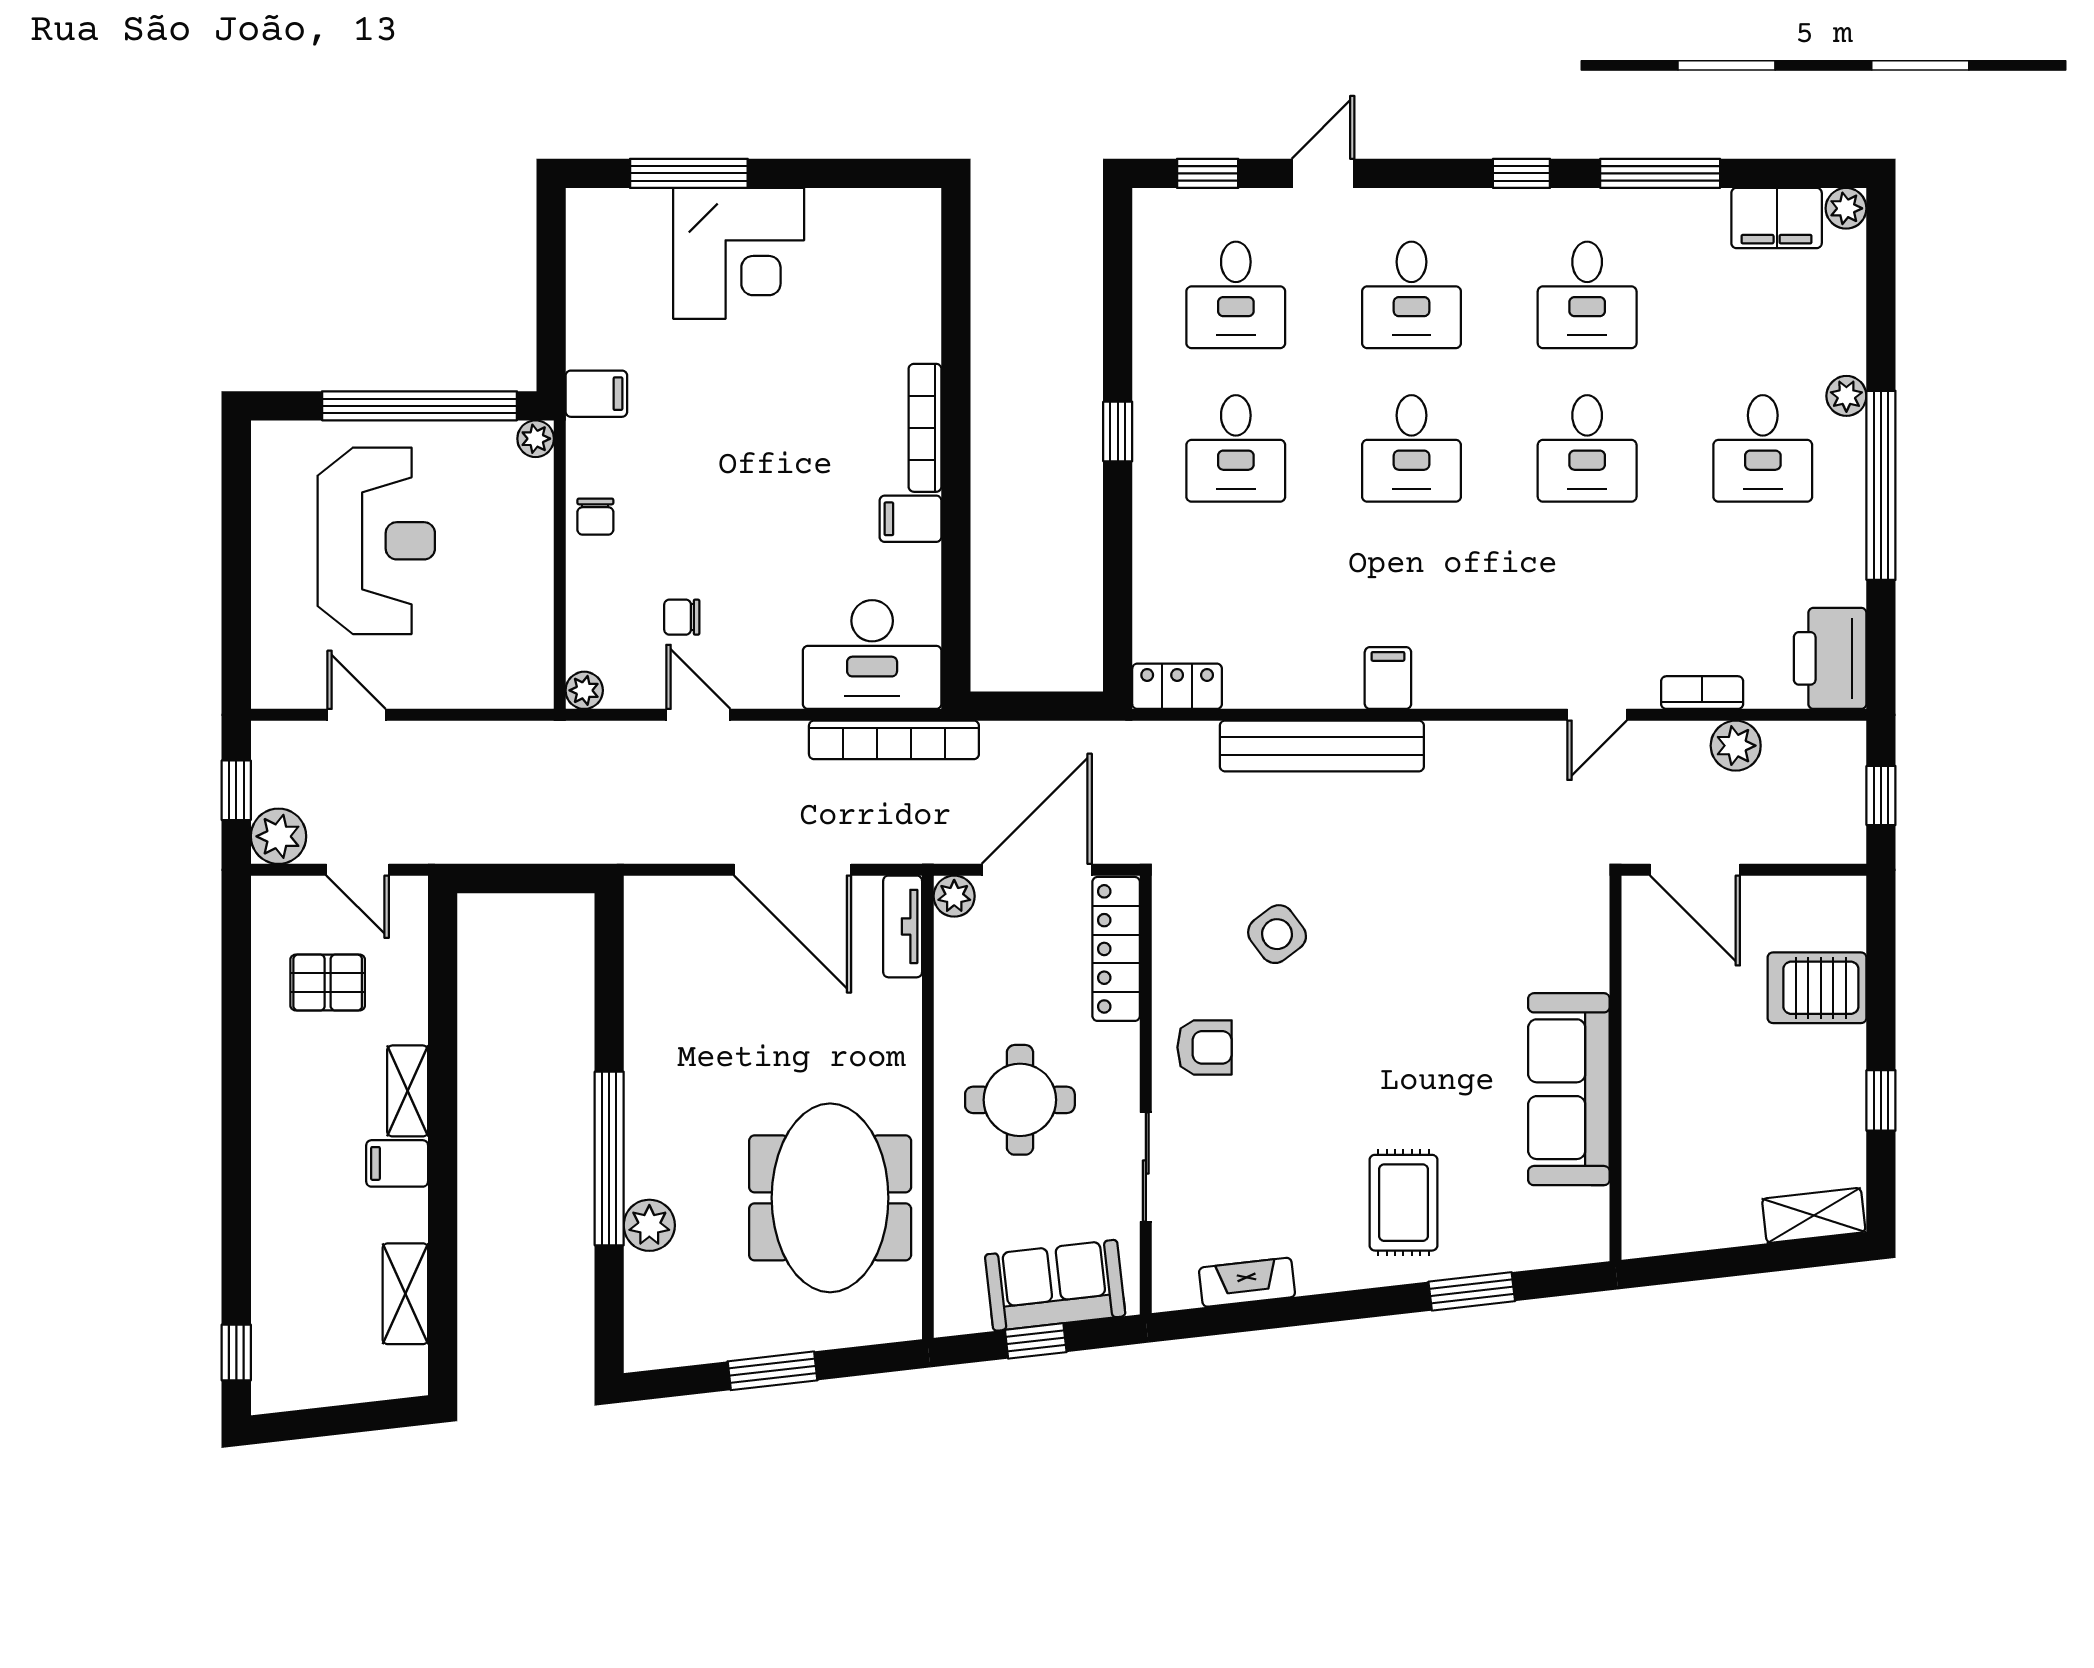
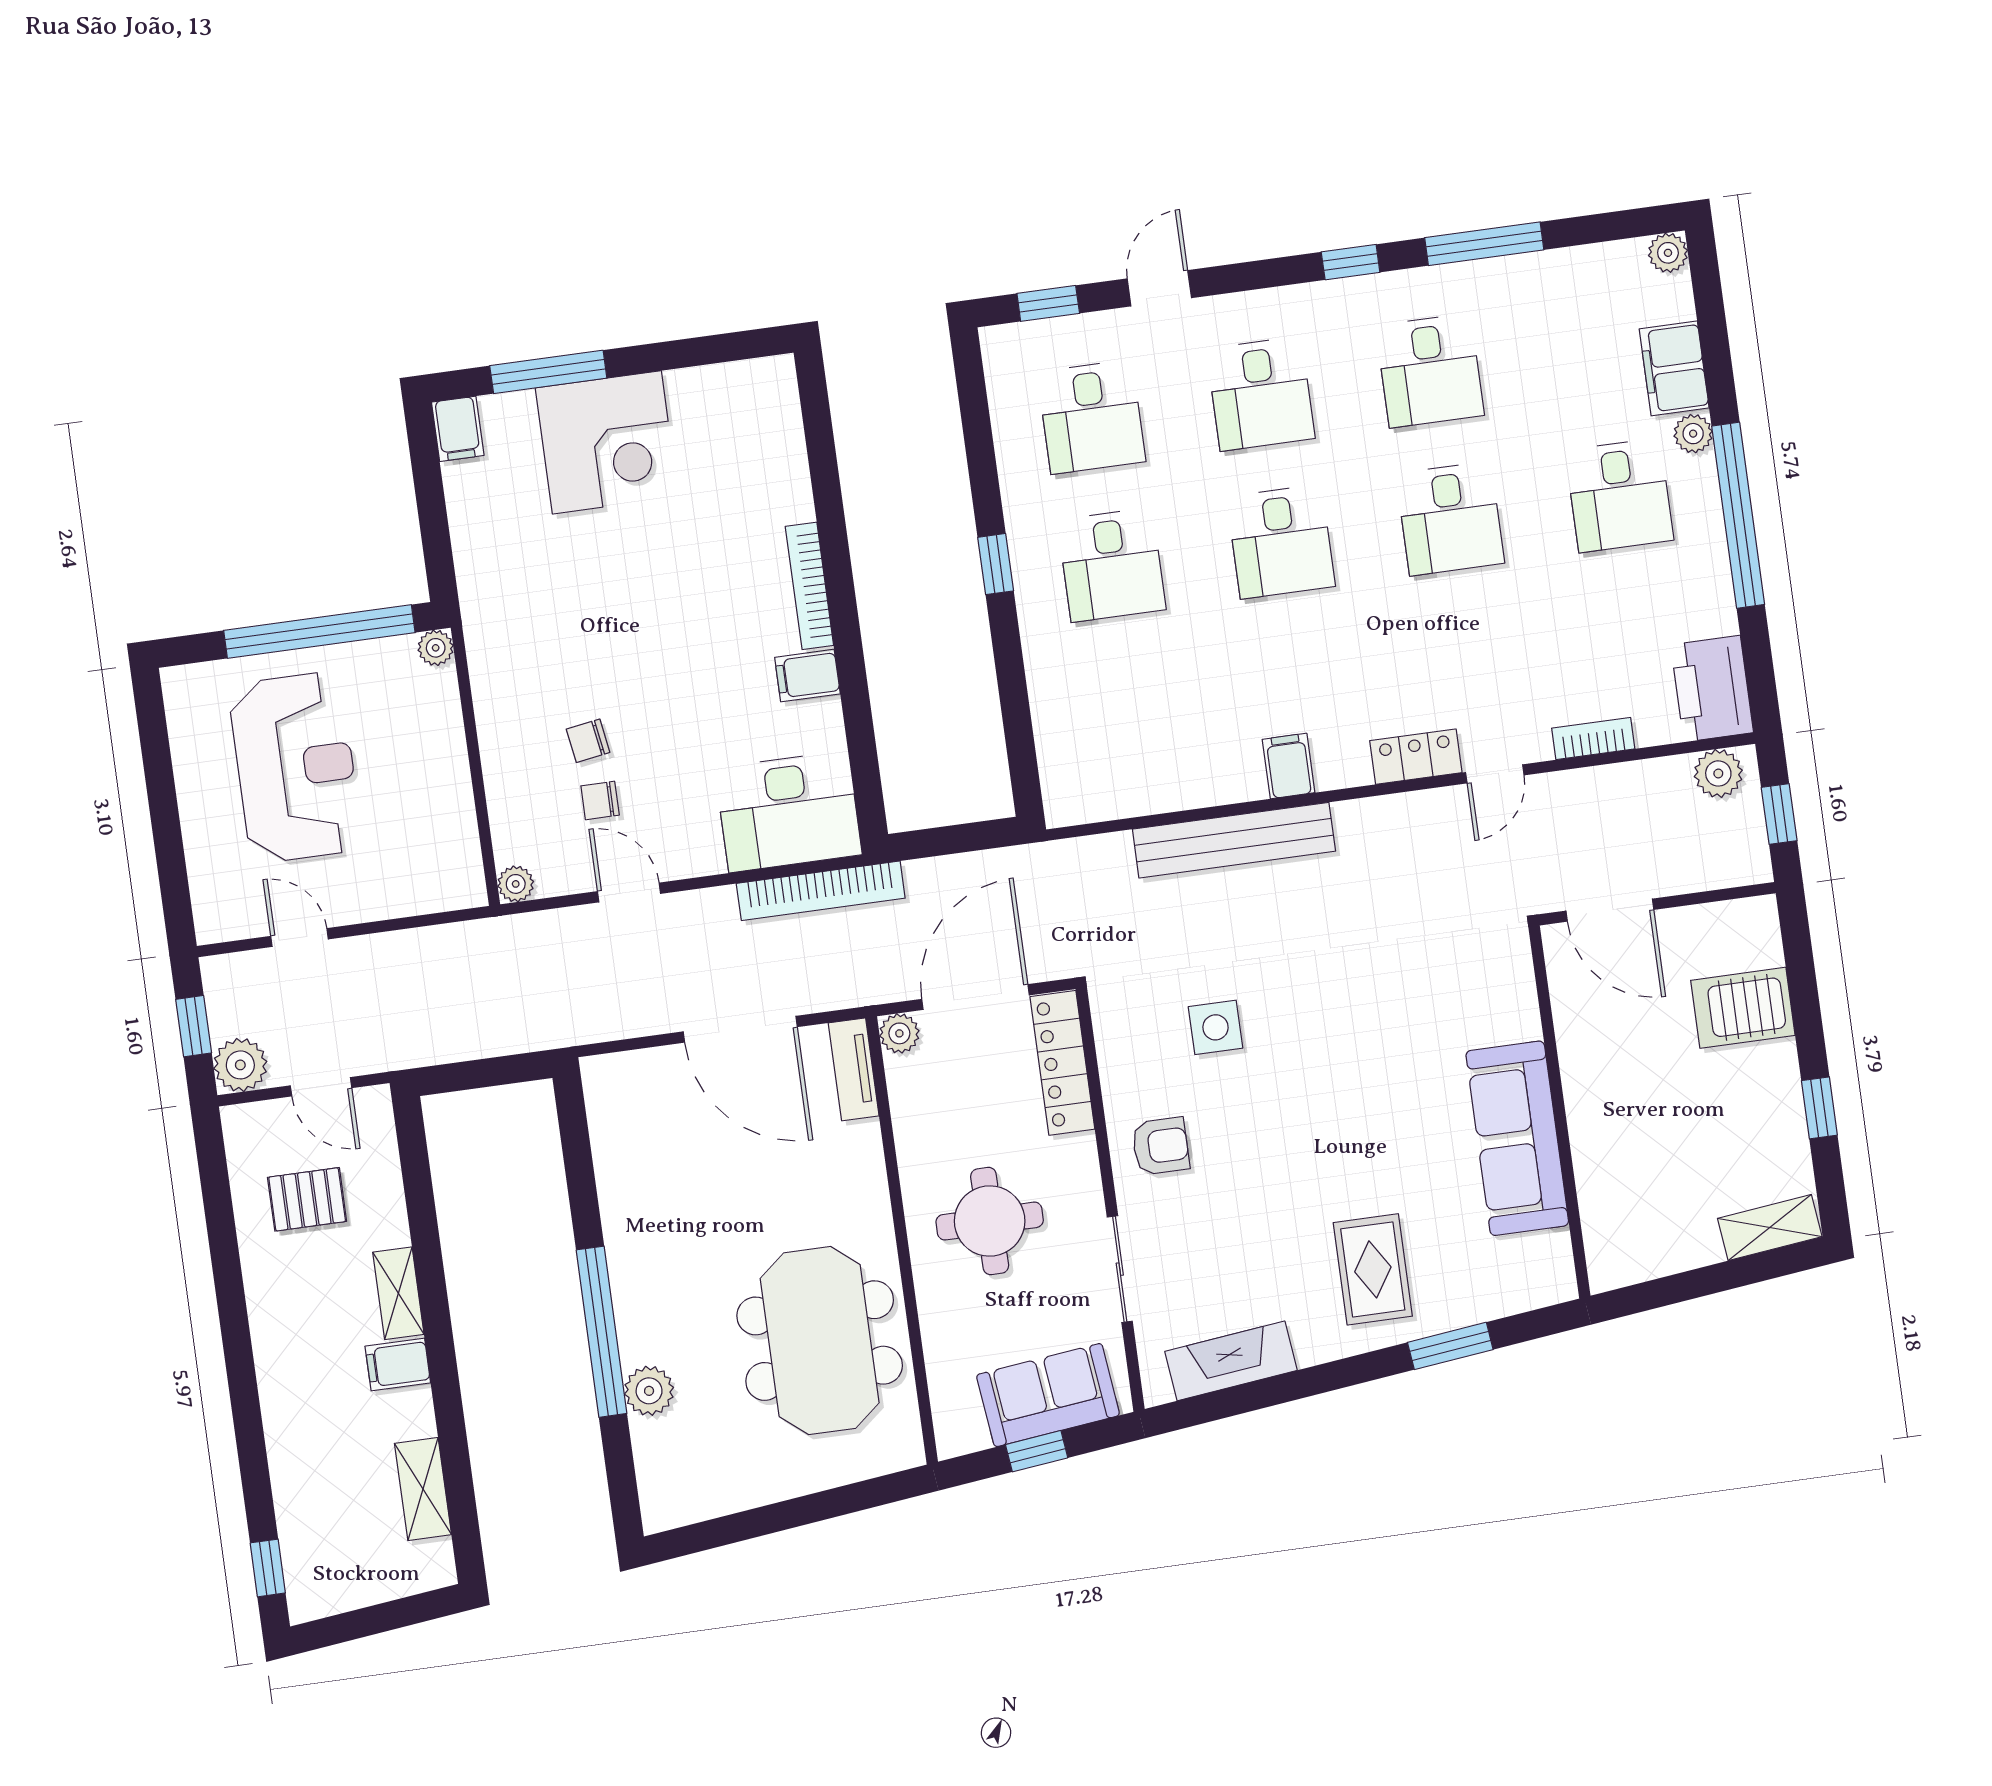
filing cabinet: (1777, 218) -> (1674, 368), moved, turned 90
filing cabinet: (596, 394) -> (458, 429), moved, turned 90
chair: (595, 517) -> (588, 741), moved, turned 81
locker: (1177, 686) -> (1416, 757), moved
plant: (1736, 746) -> (1718, 773), moved
side table: (1277, 934) -> (1215, 1027), turned 37
fireplace: (1247, 1282) -> (1231, 1361), width x1.37, depth x1.32
window: (772, 1371) -> (787, 1515), removed

